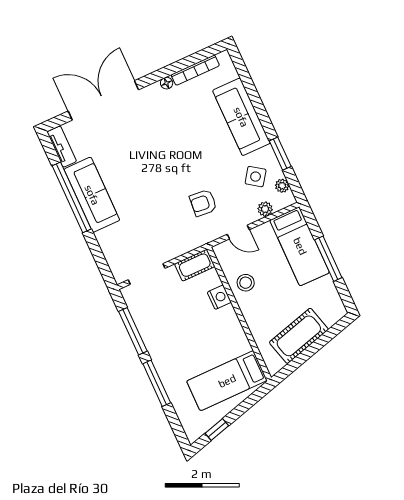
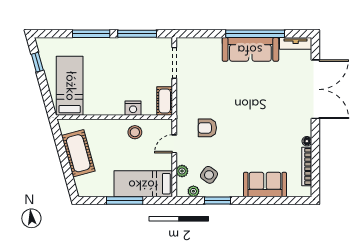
sofa: (241, 117) -> (265, 184), width x0.73
armchair: (203, 203) -> (207, 128), turned -95

